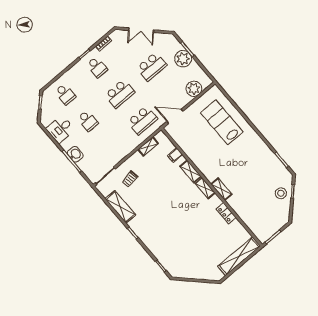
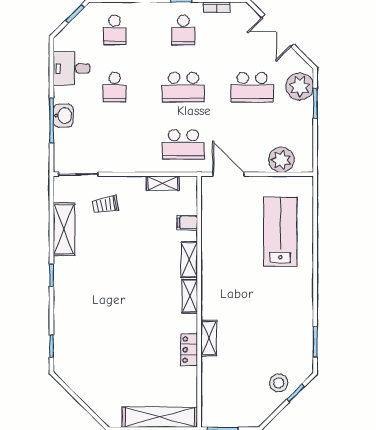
plant: (183, 59) -> (300, 87), moved
shelving: (221, 189) -> (209, 338), moved

